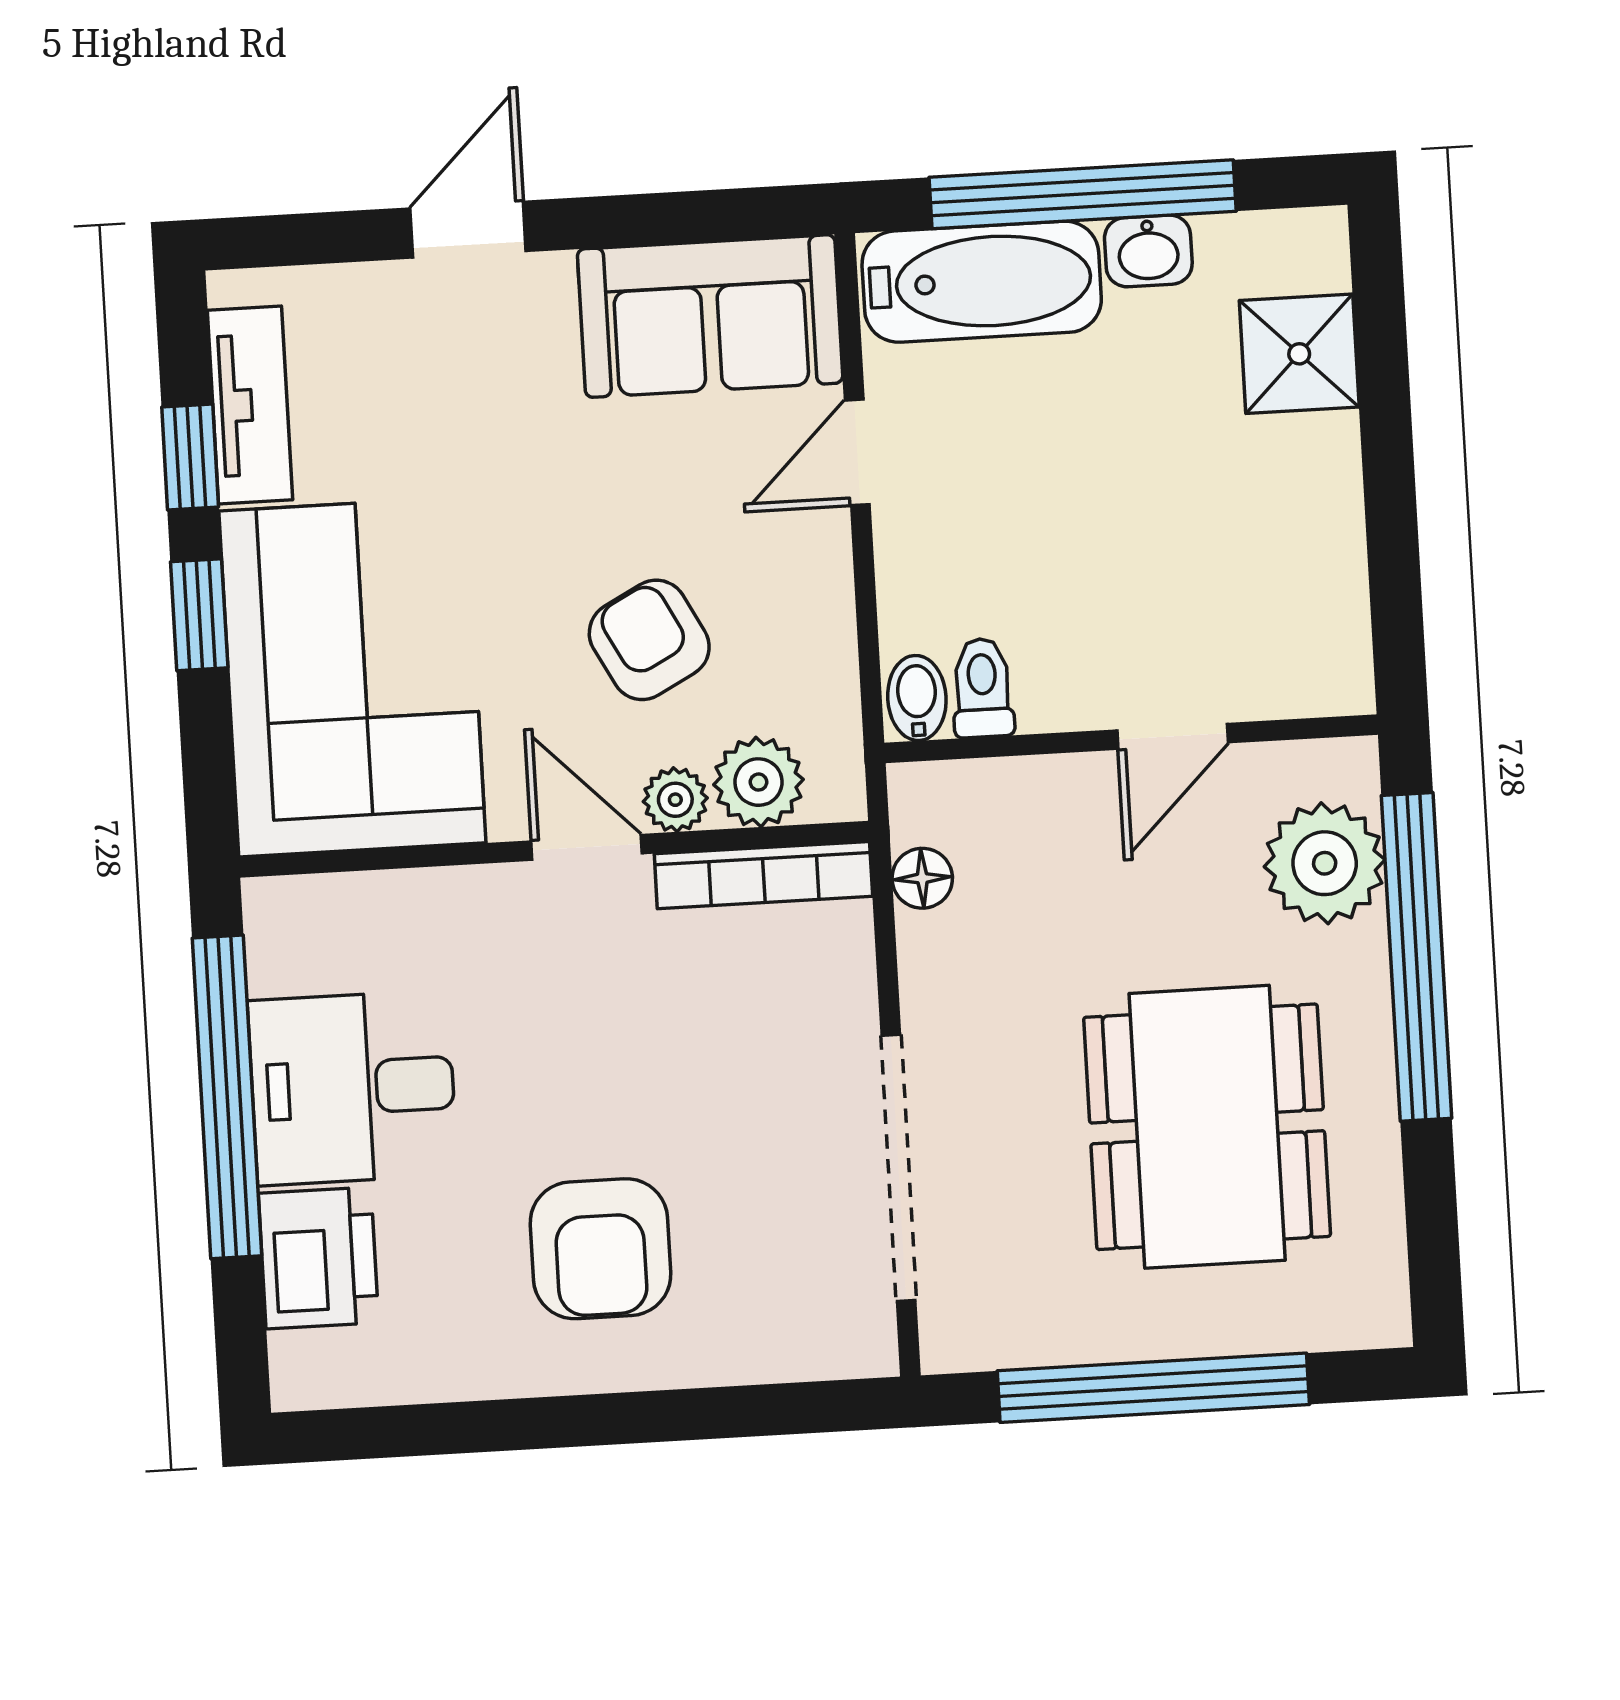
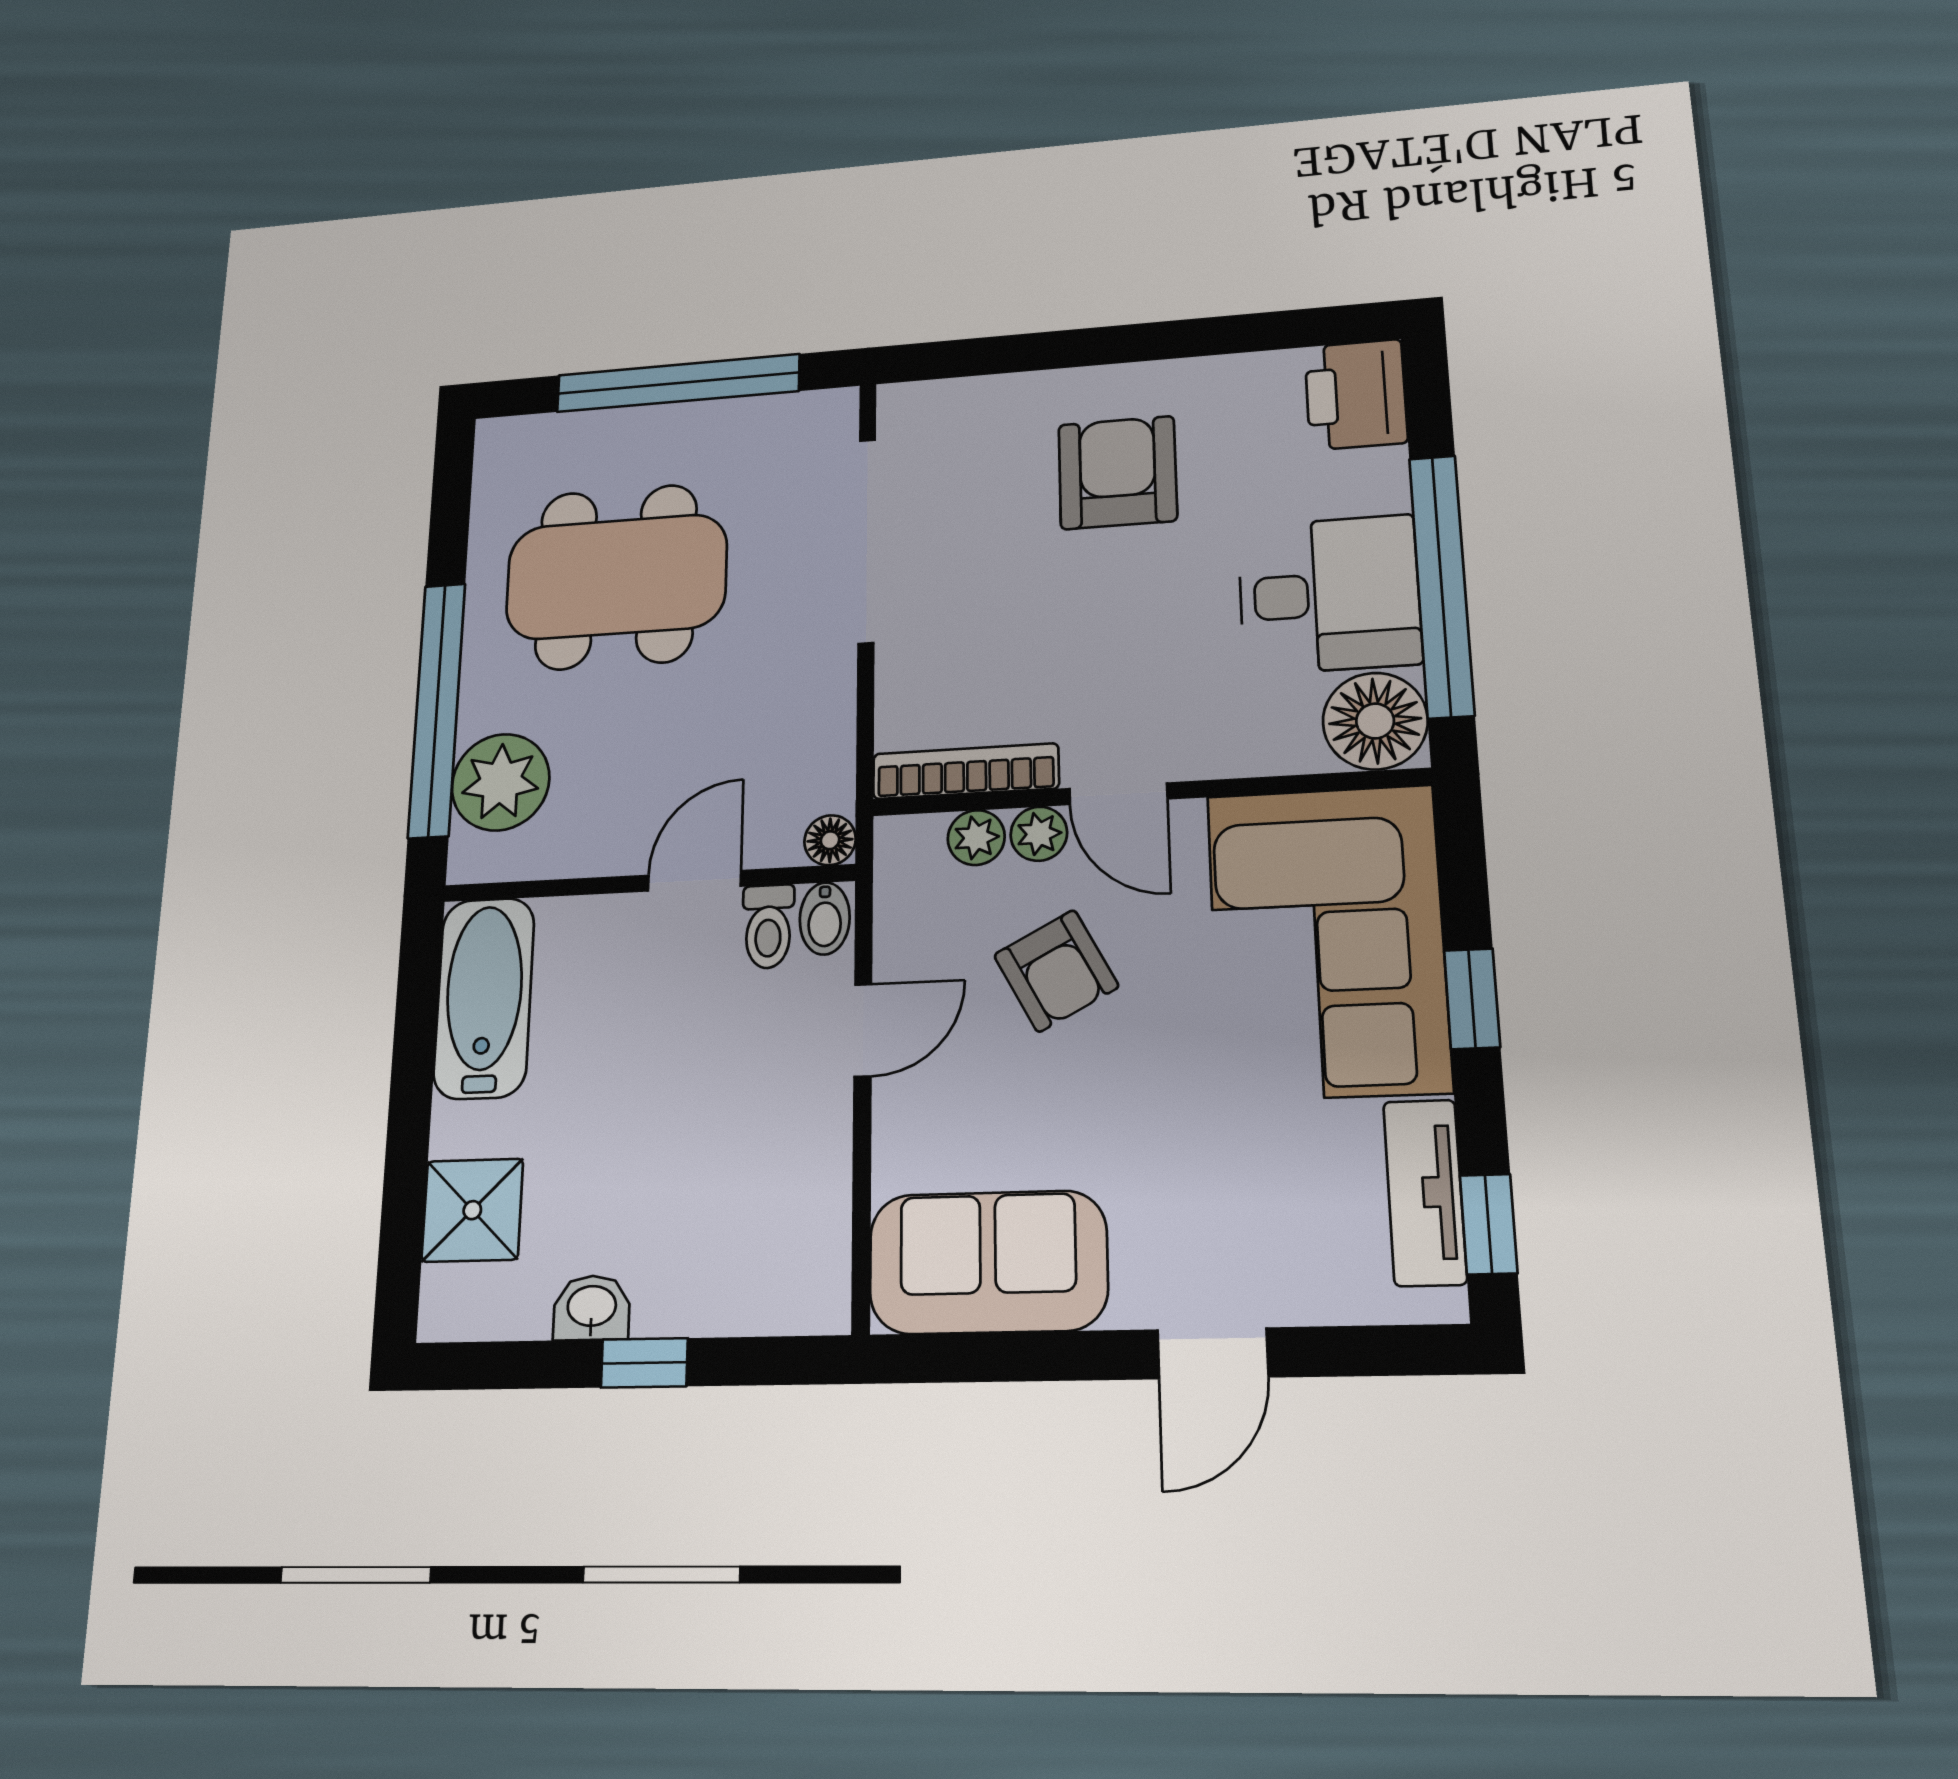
window: (1083, 194) -> (644, 1363), width x0.32
bathtub: (982, 282) -> (484, 998), moved, turned 90
door: (857, 452) -> (863, 1030), moved
window: (190, 457) -> (1489, 1224), moved
door: (1173, 736) -> (694, 881), moved
plant: (758, 782) -> (976, 838), width x0.73, depth x0.73
floor lamp: (922, 878) -> (830, 840), moved
floor lamp: (301, 933) -> (1375, 721), added
dining table: (1207, 1127) -> (616, 577), turned 90
printer: (318, 1258) -> (1356, 395), moved

